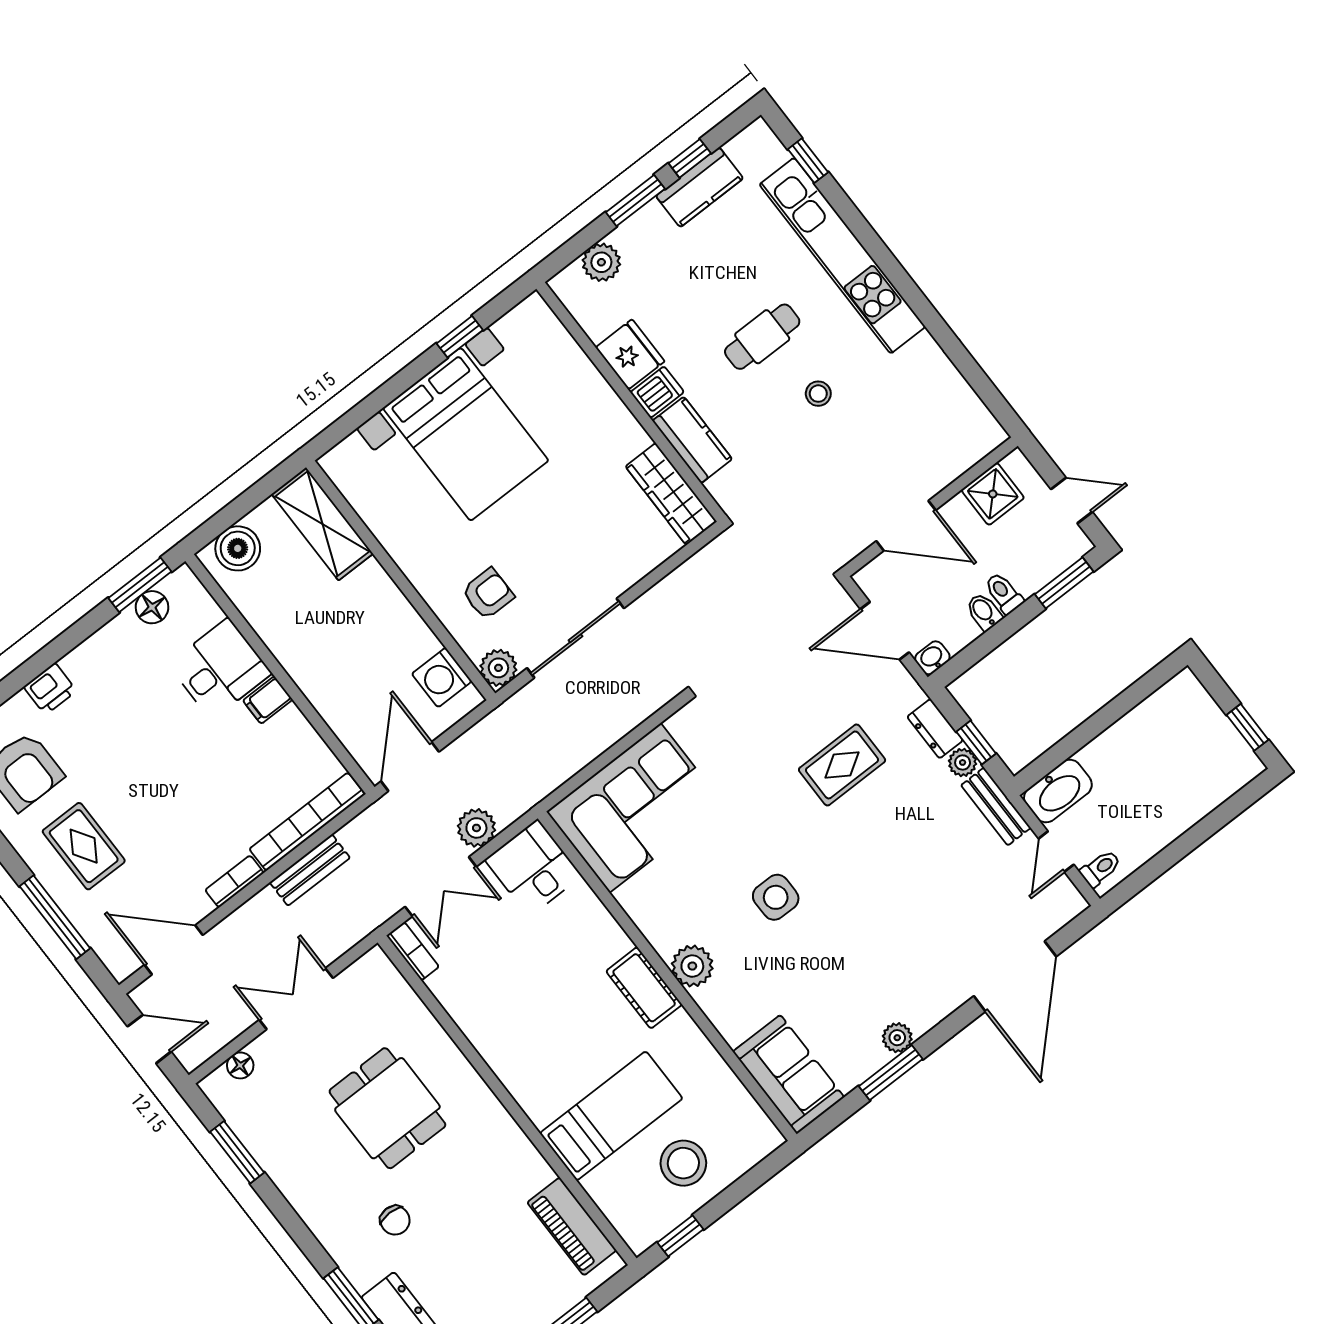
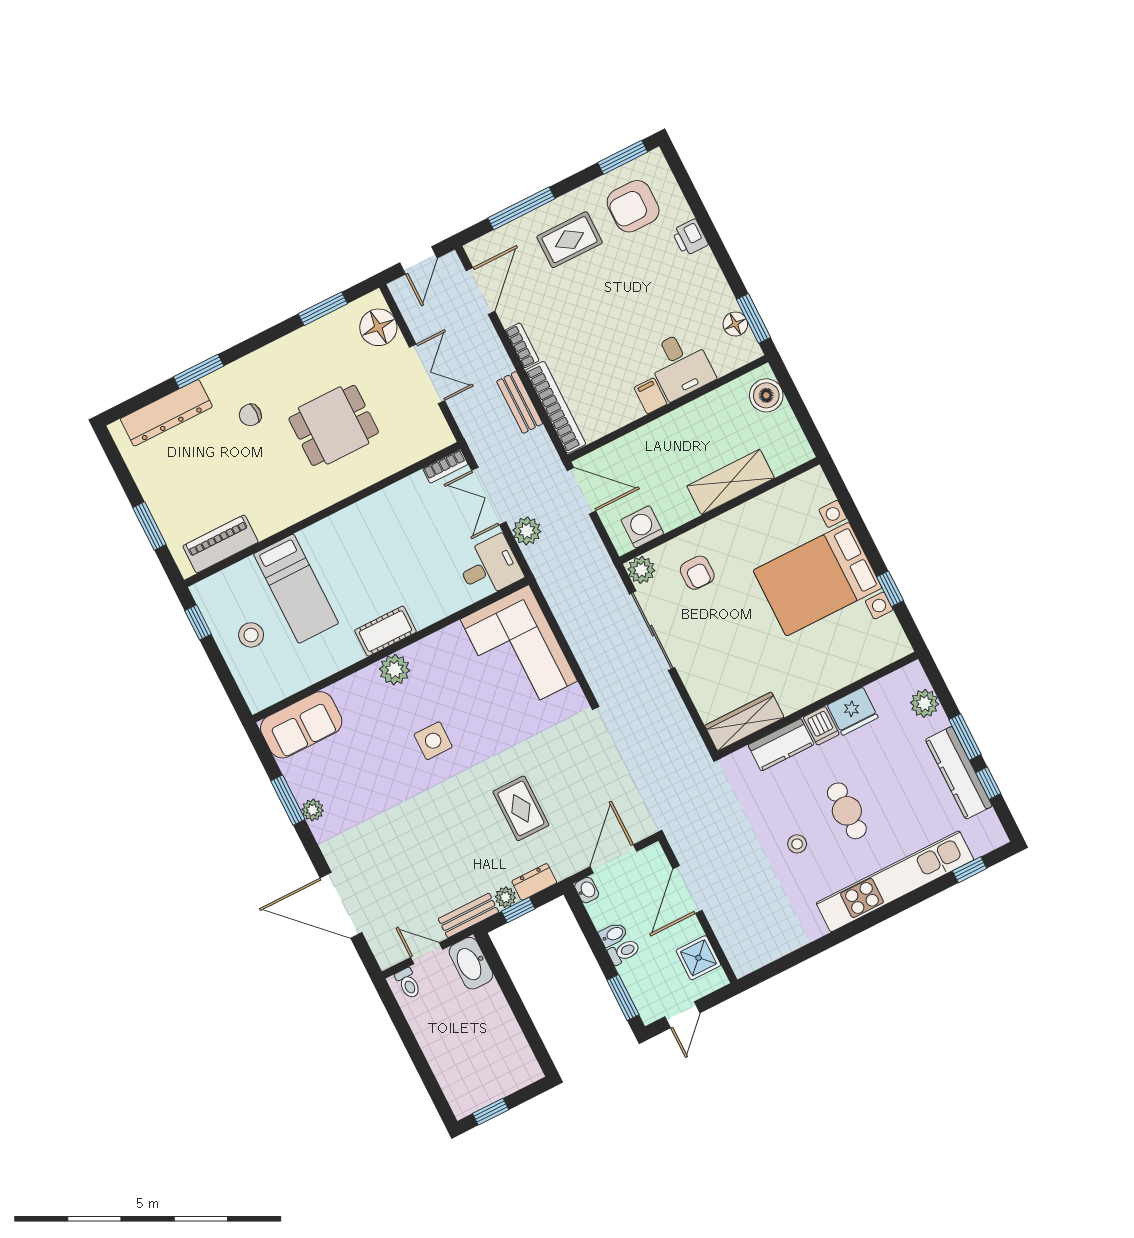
kitchen counter: (700, 187) -> (959, 773), width x1.50
shelving: (322, 524) -> (731, 482), moved
floor lamp: (240, 1065) -> (378, 327), width x1.89, depth x1.89
stool: (683, 1163) -> (251, 635), width x0.73, depth x0.73

